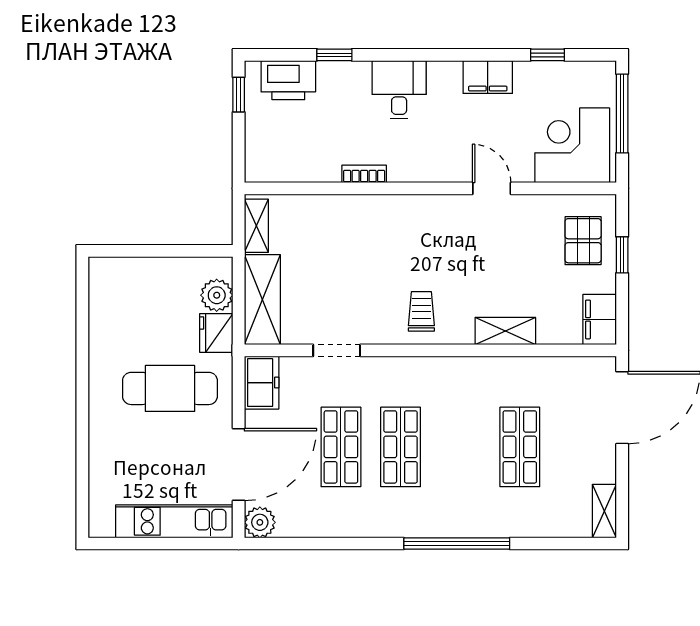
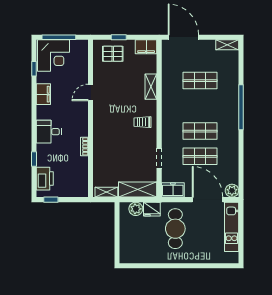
corner desk: (572, 145) -> (54, 55), moved, turned -90

